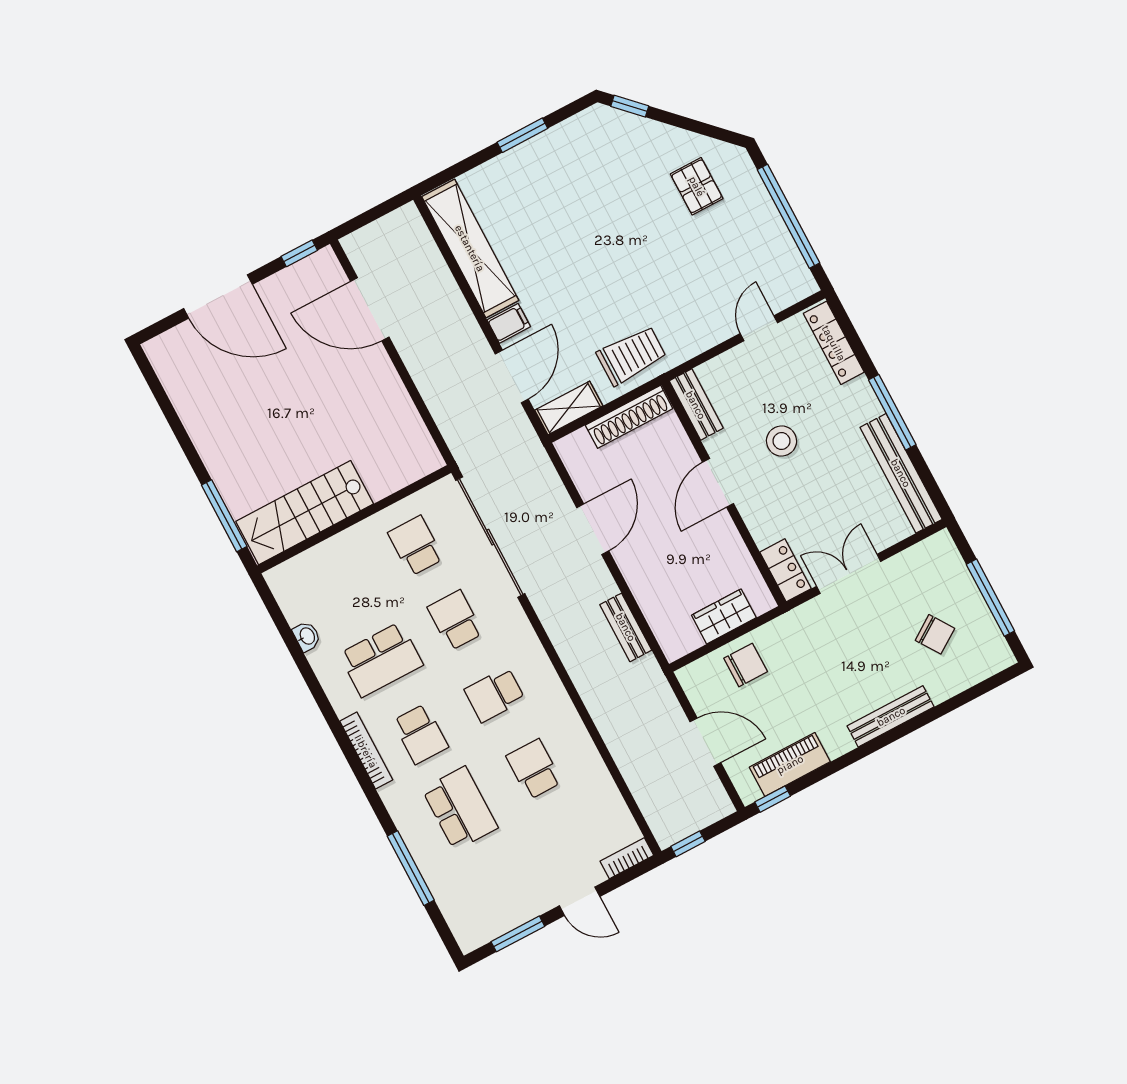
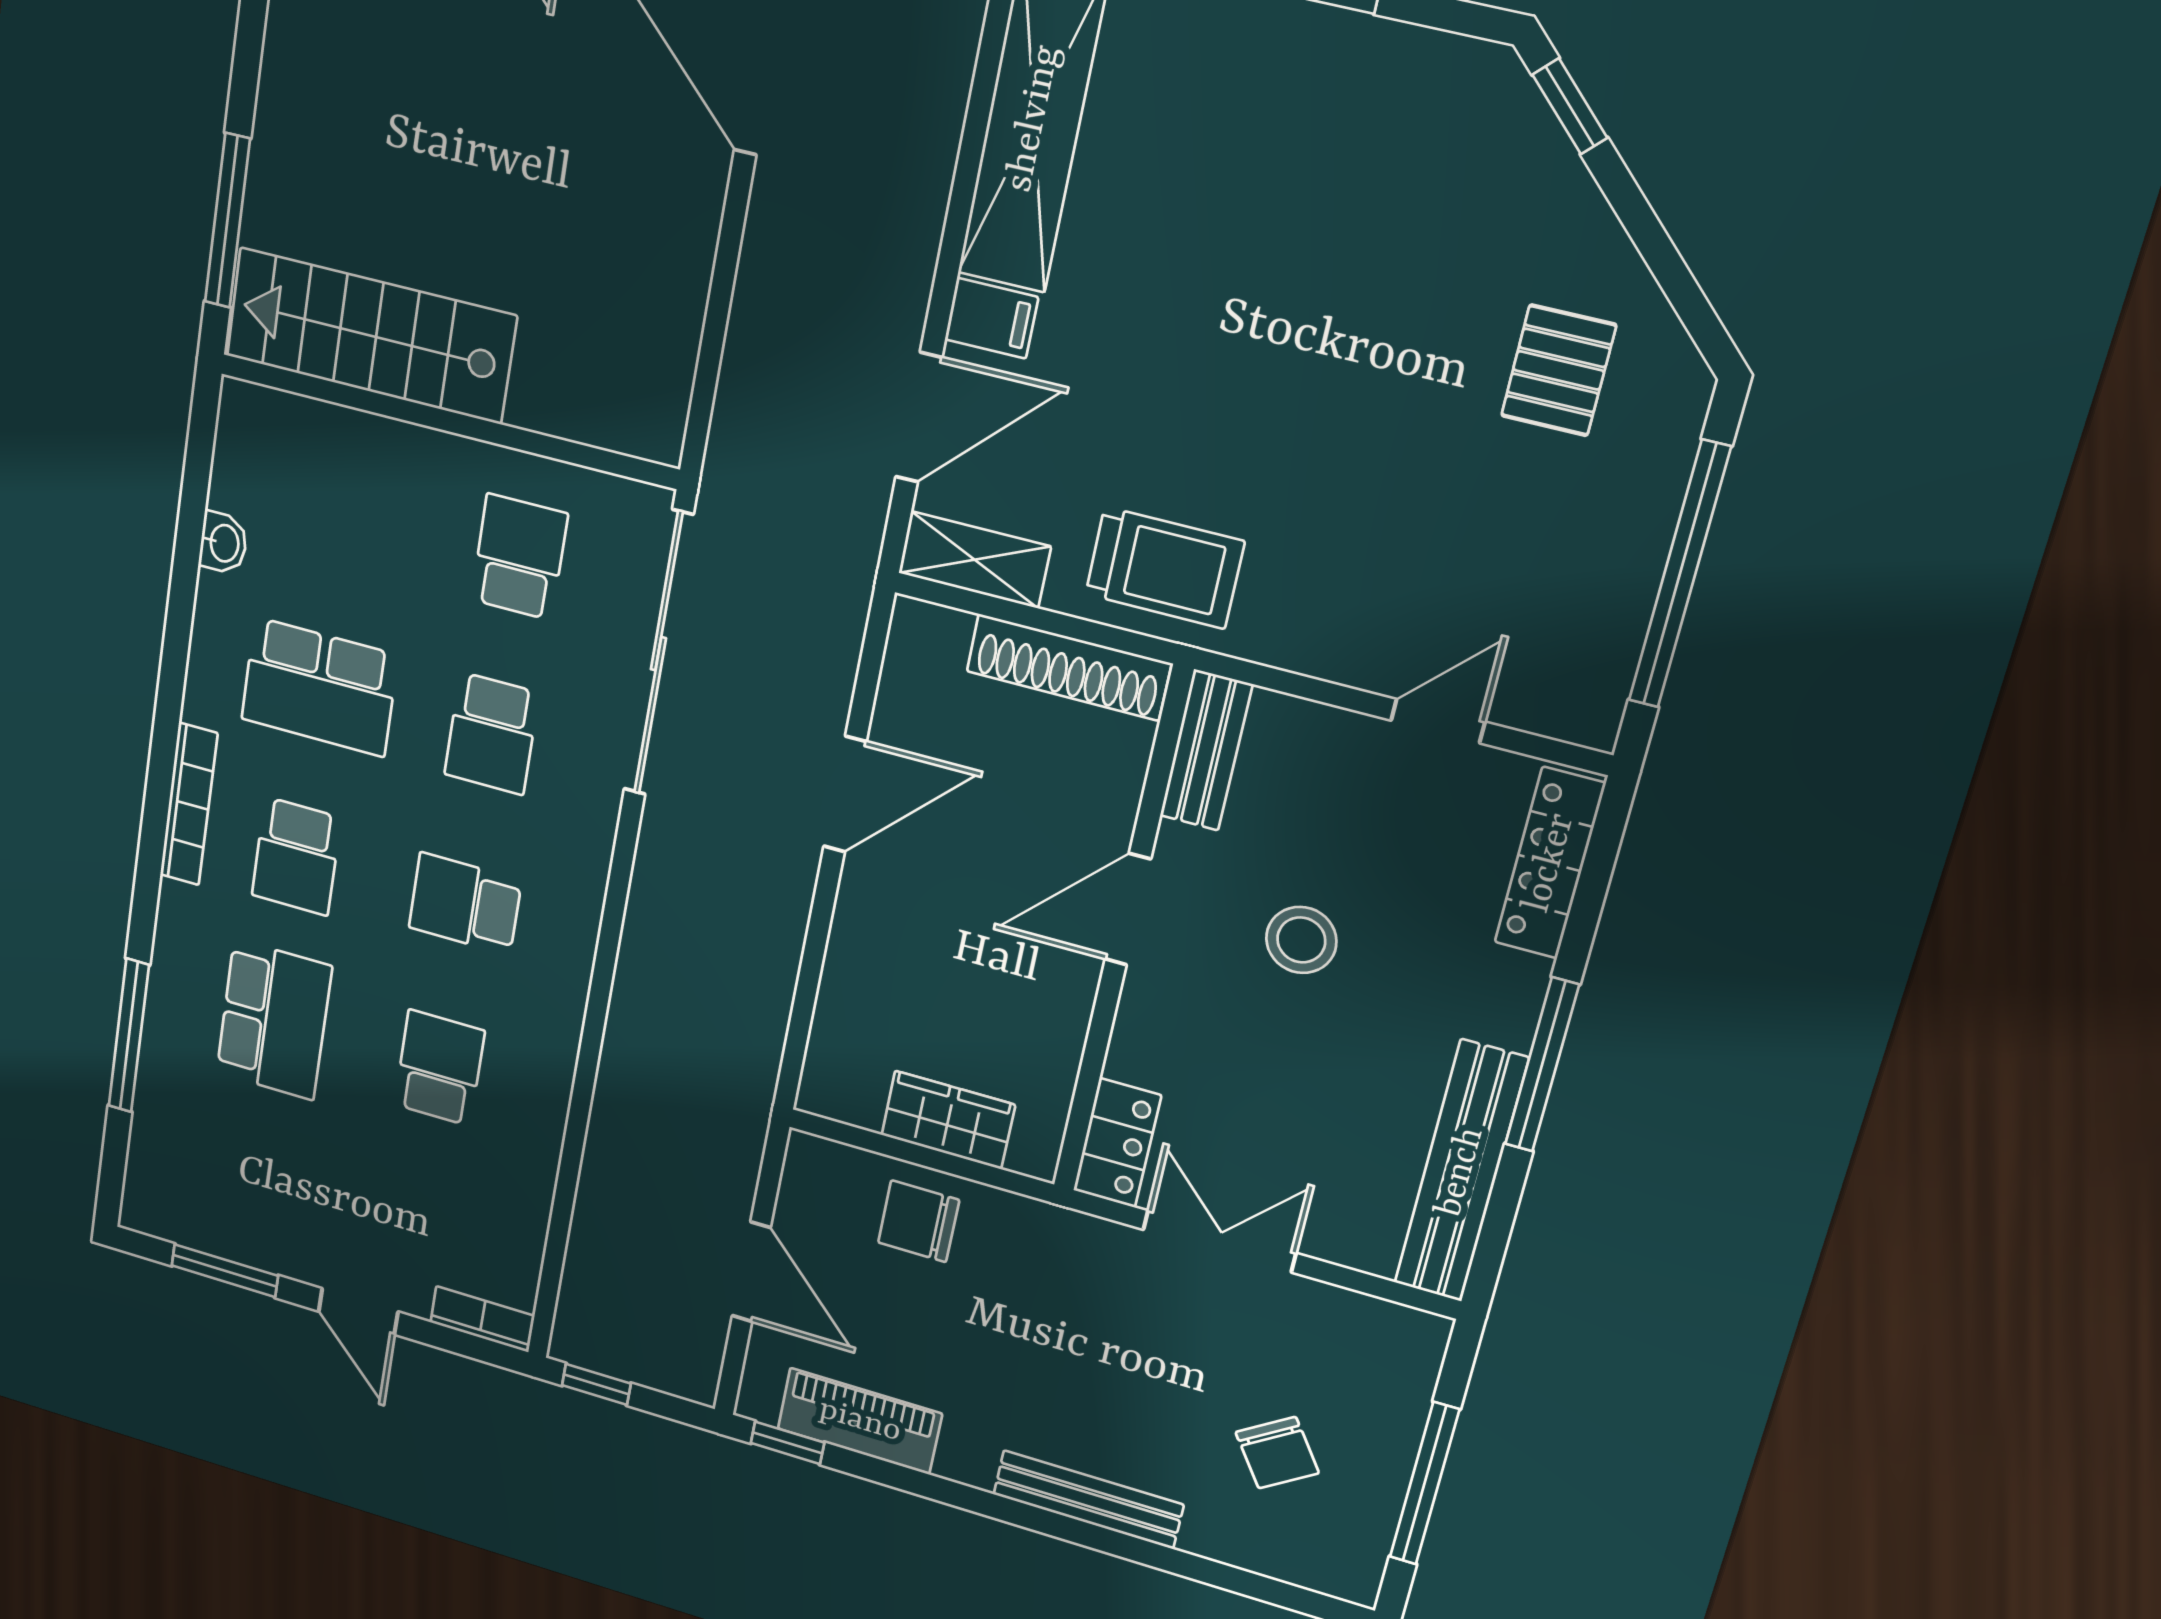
school desk: (455, 620) -> (492, 734), turned 180
bench: (626, 627) -> (769, 993), removed
chair: (746, 665) -> (919, 1221), turned 180

